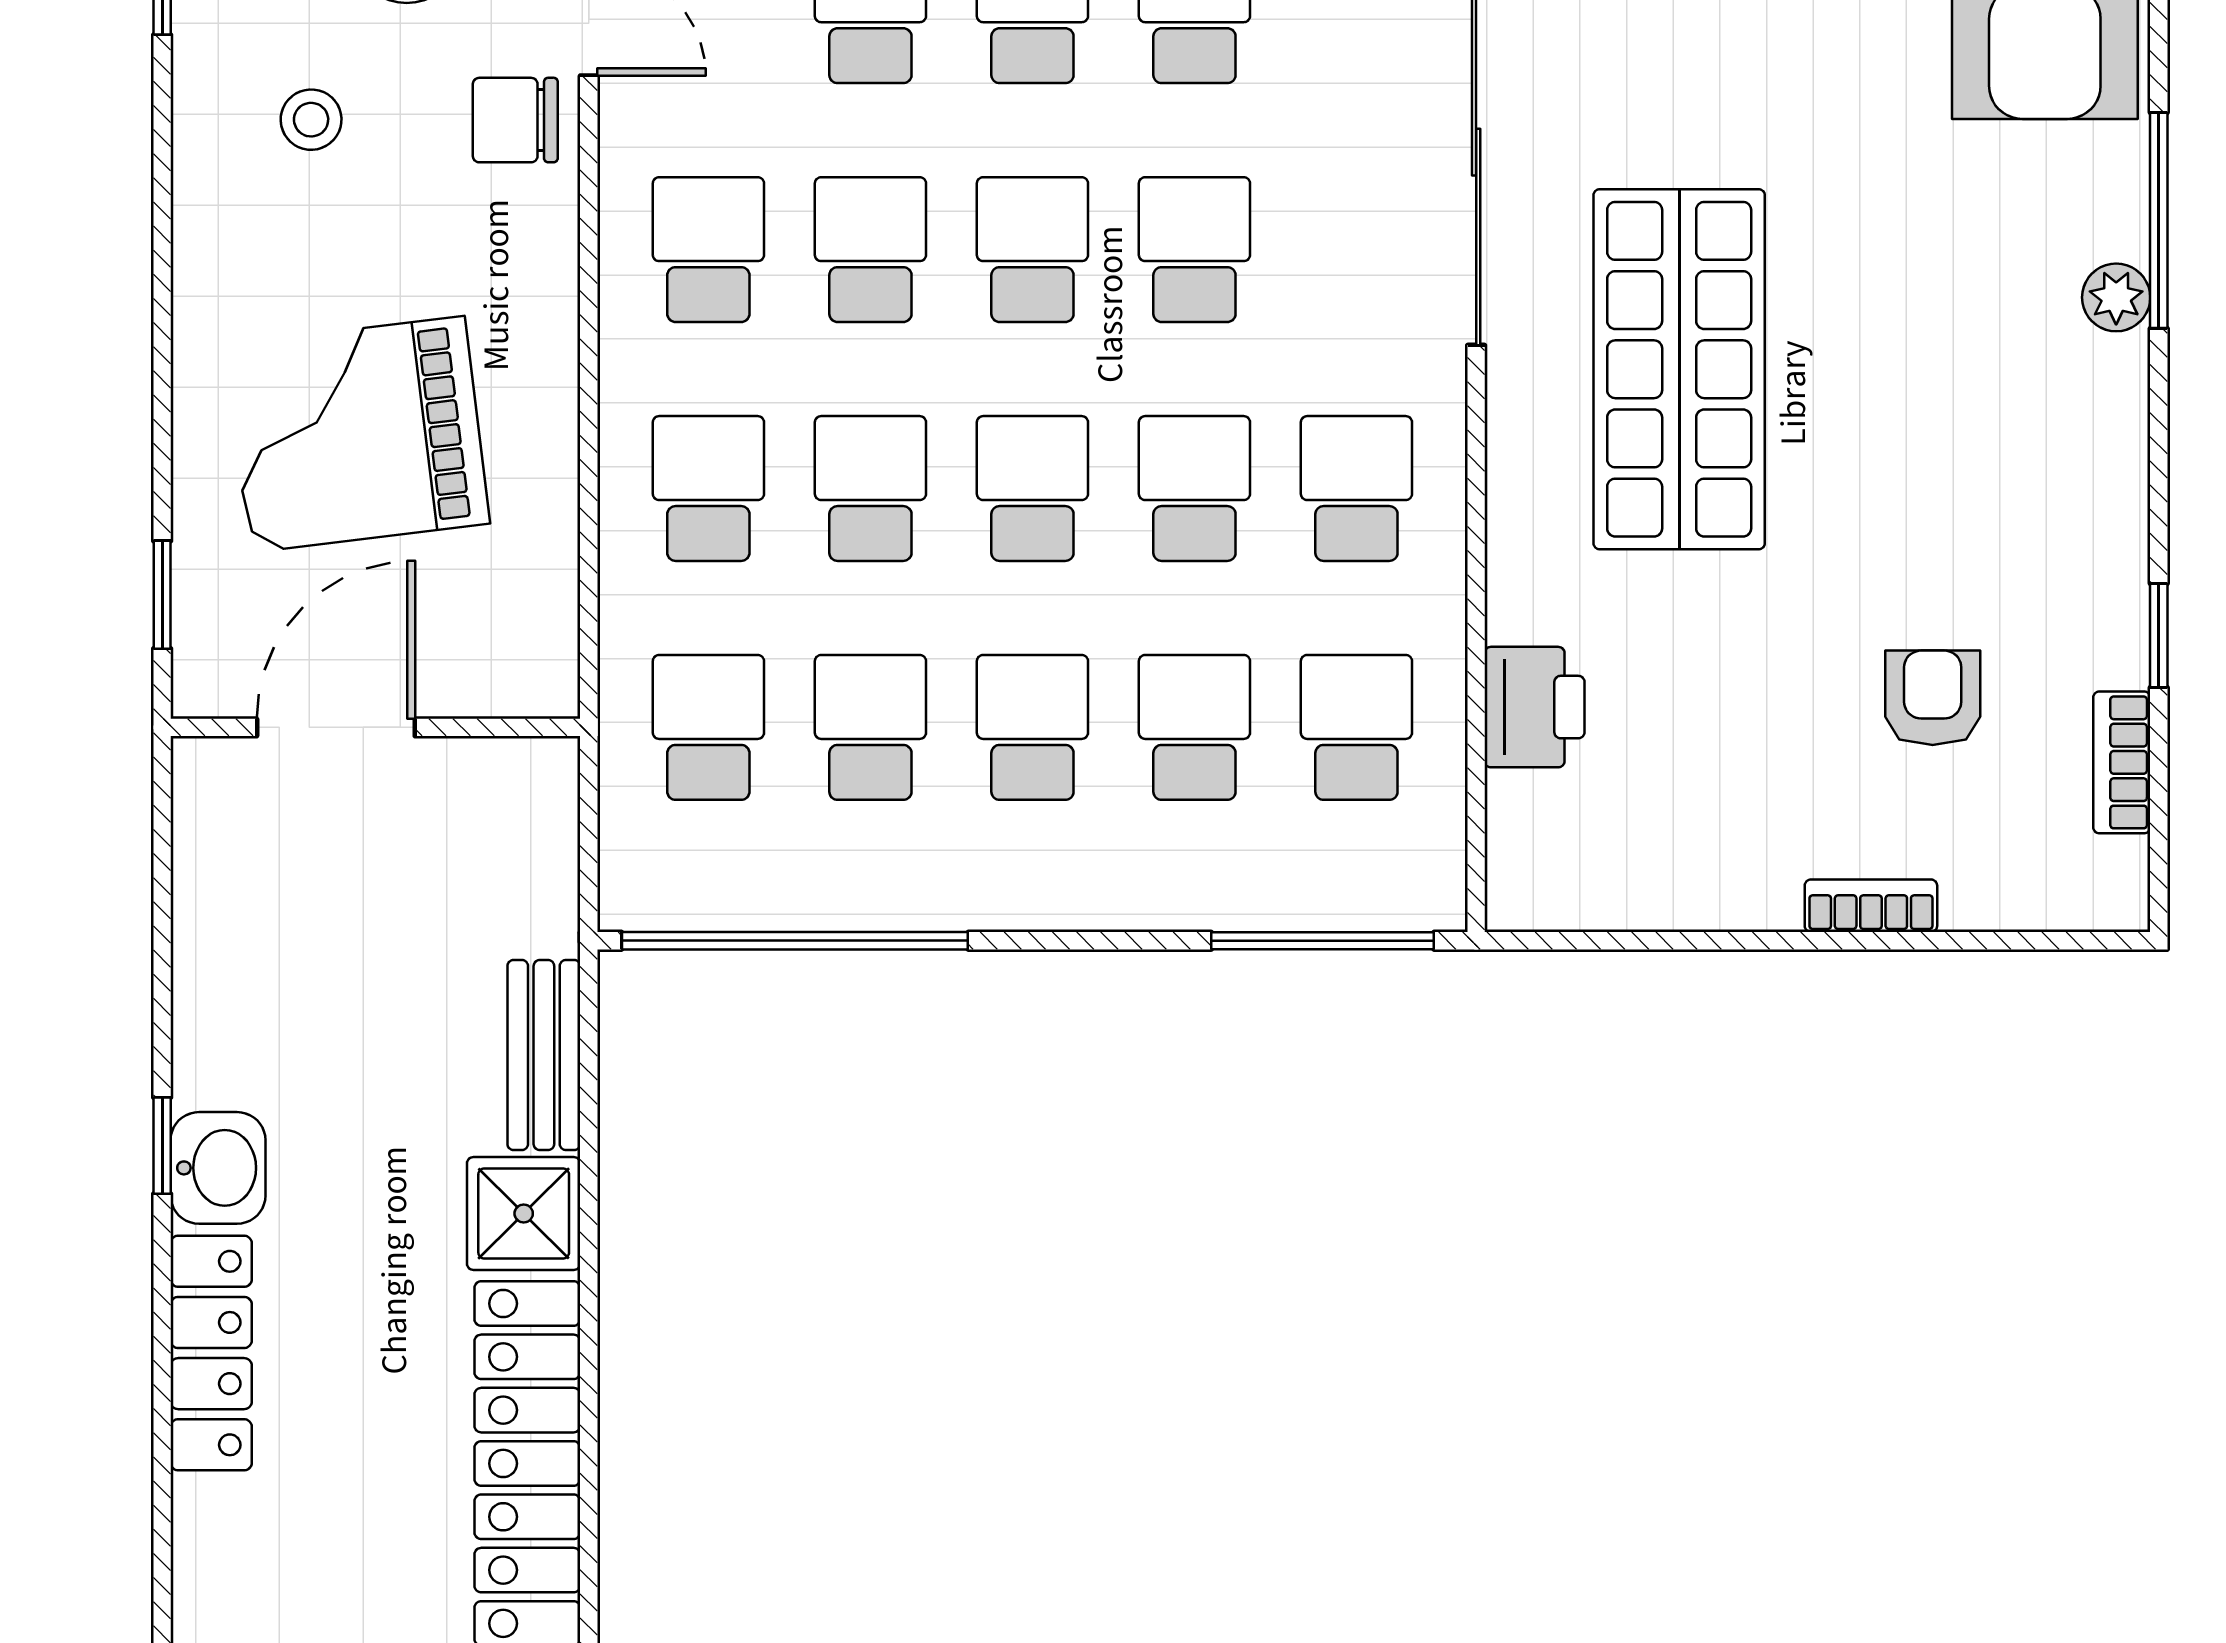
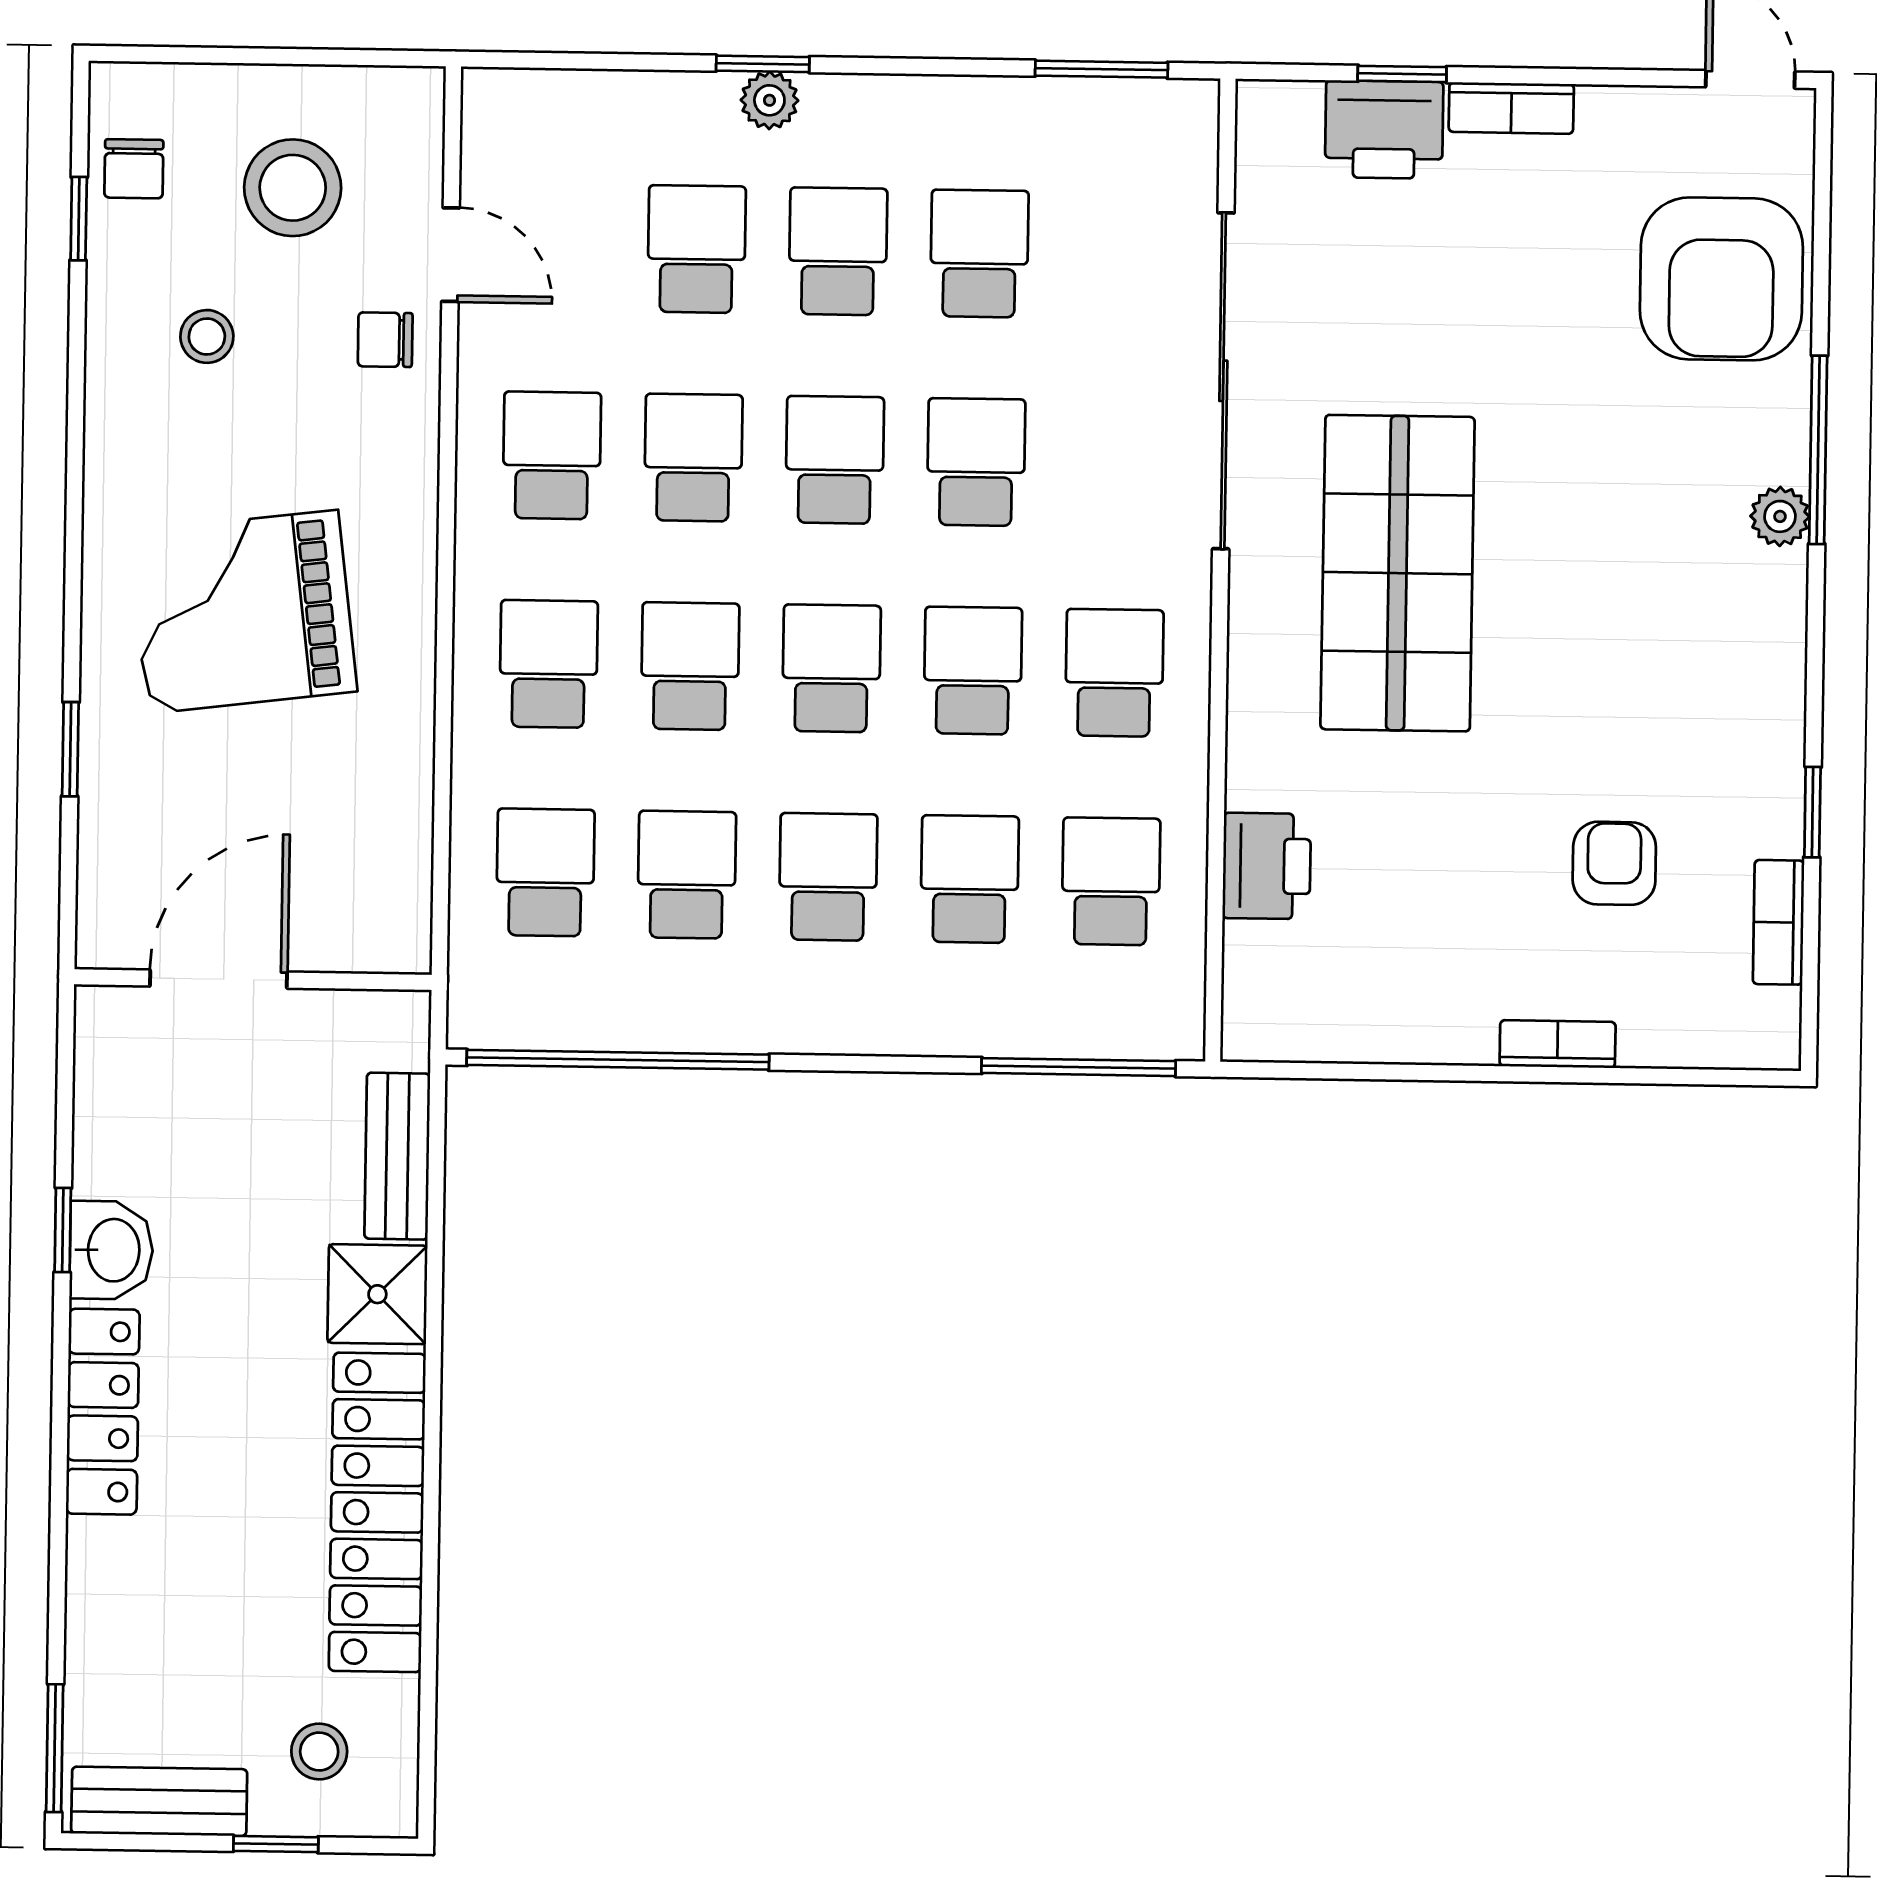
chair: (515, 120) -> (385, 340), width x0.73, depth x0.73
door: (336, 727) -> (218, 979), moved
wall: (375, 727) -> (253, 980), moved

